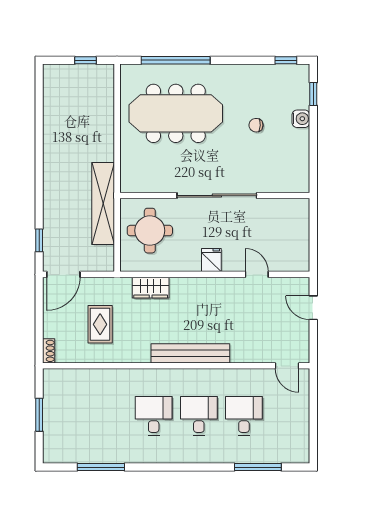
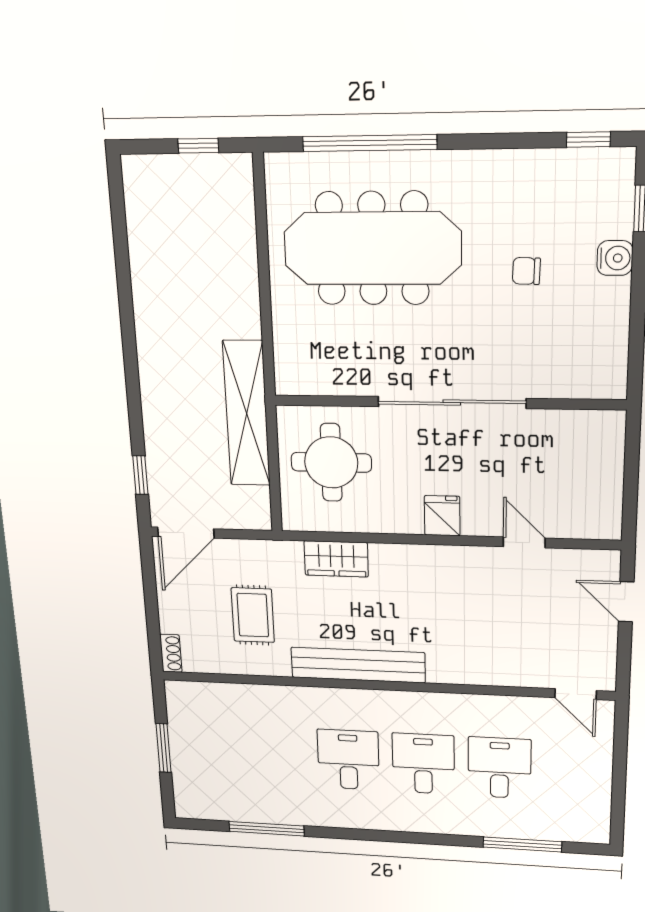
bench: (190, 353) -> (358, 665), moved

